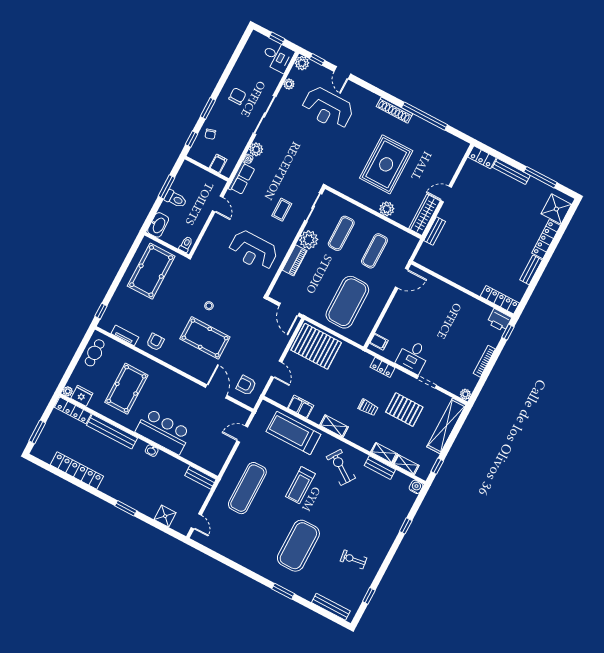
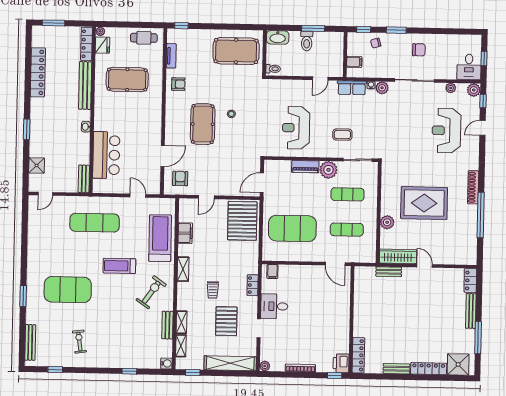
bar counter: (163, 431) -> (106, 155), moved

